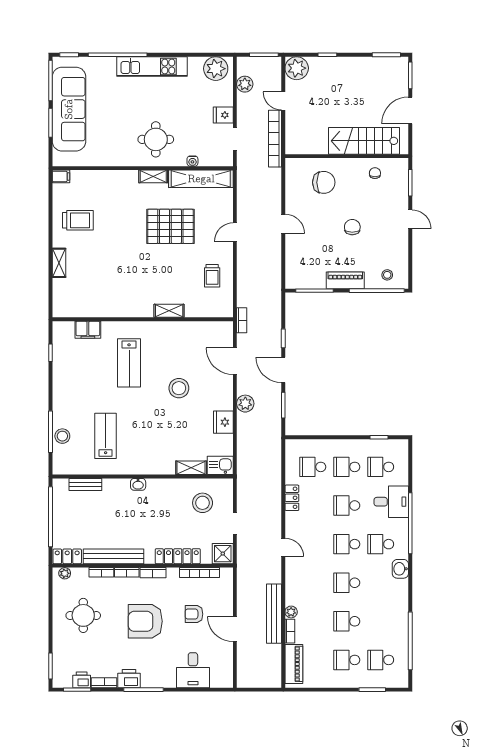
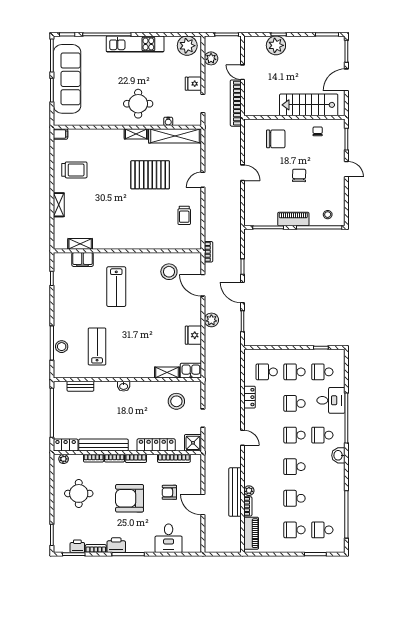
plant: (297, 68) -> (276, 45), moved
shelving: (169, 311) -> (80, 244), moved
stool: (179, 388) -> (169, 272), moved

